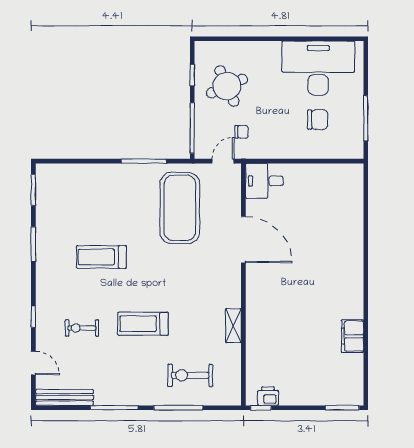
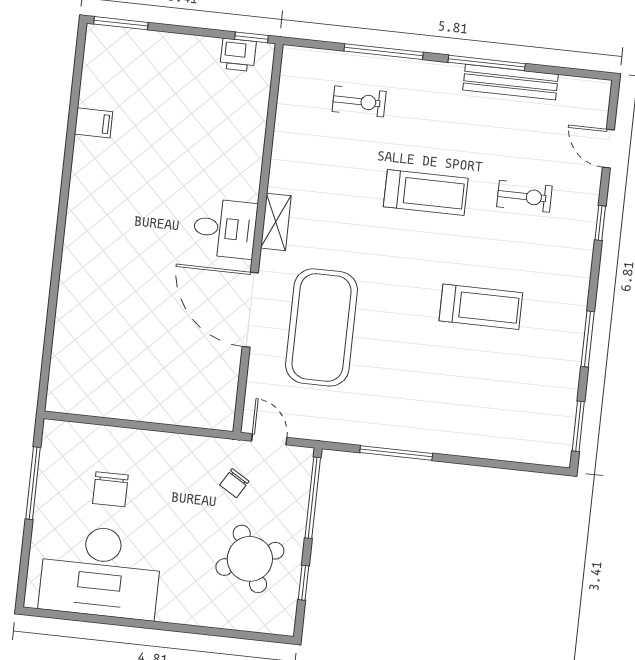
chair: (318, 120) -> (110, 489), turned -90
chair: (242, 132) -> (234, 483), turned -59
door: (223, 161) -> (269, 439), swing flipped
desk: (264, 181) -> (225, 228), moved
exercise mat: (180, 208) -> (322, 327), moved
shelving: (233, 326) -> (276, 222), moved
filing cabinet: (353, 336) -> (94, 123), width x0.50
exercise bike: (190, 375) -> (359, 101), width x0.73, depth x0.72
bench: (64, 397) -> (511, 82), moved

